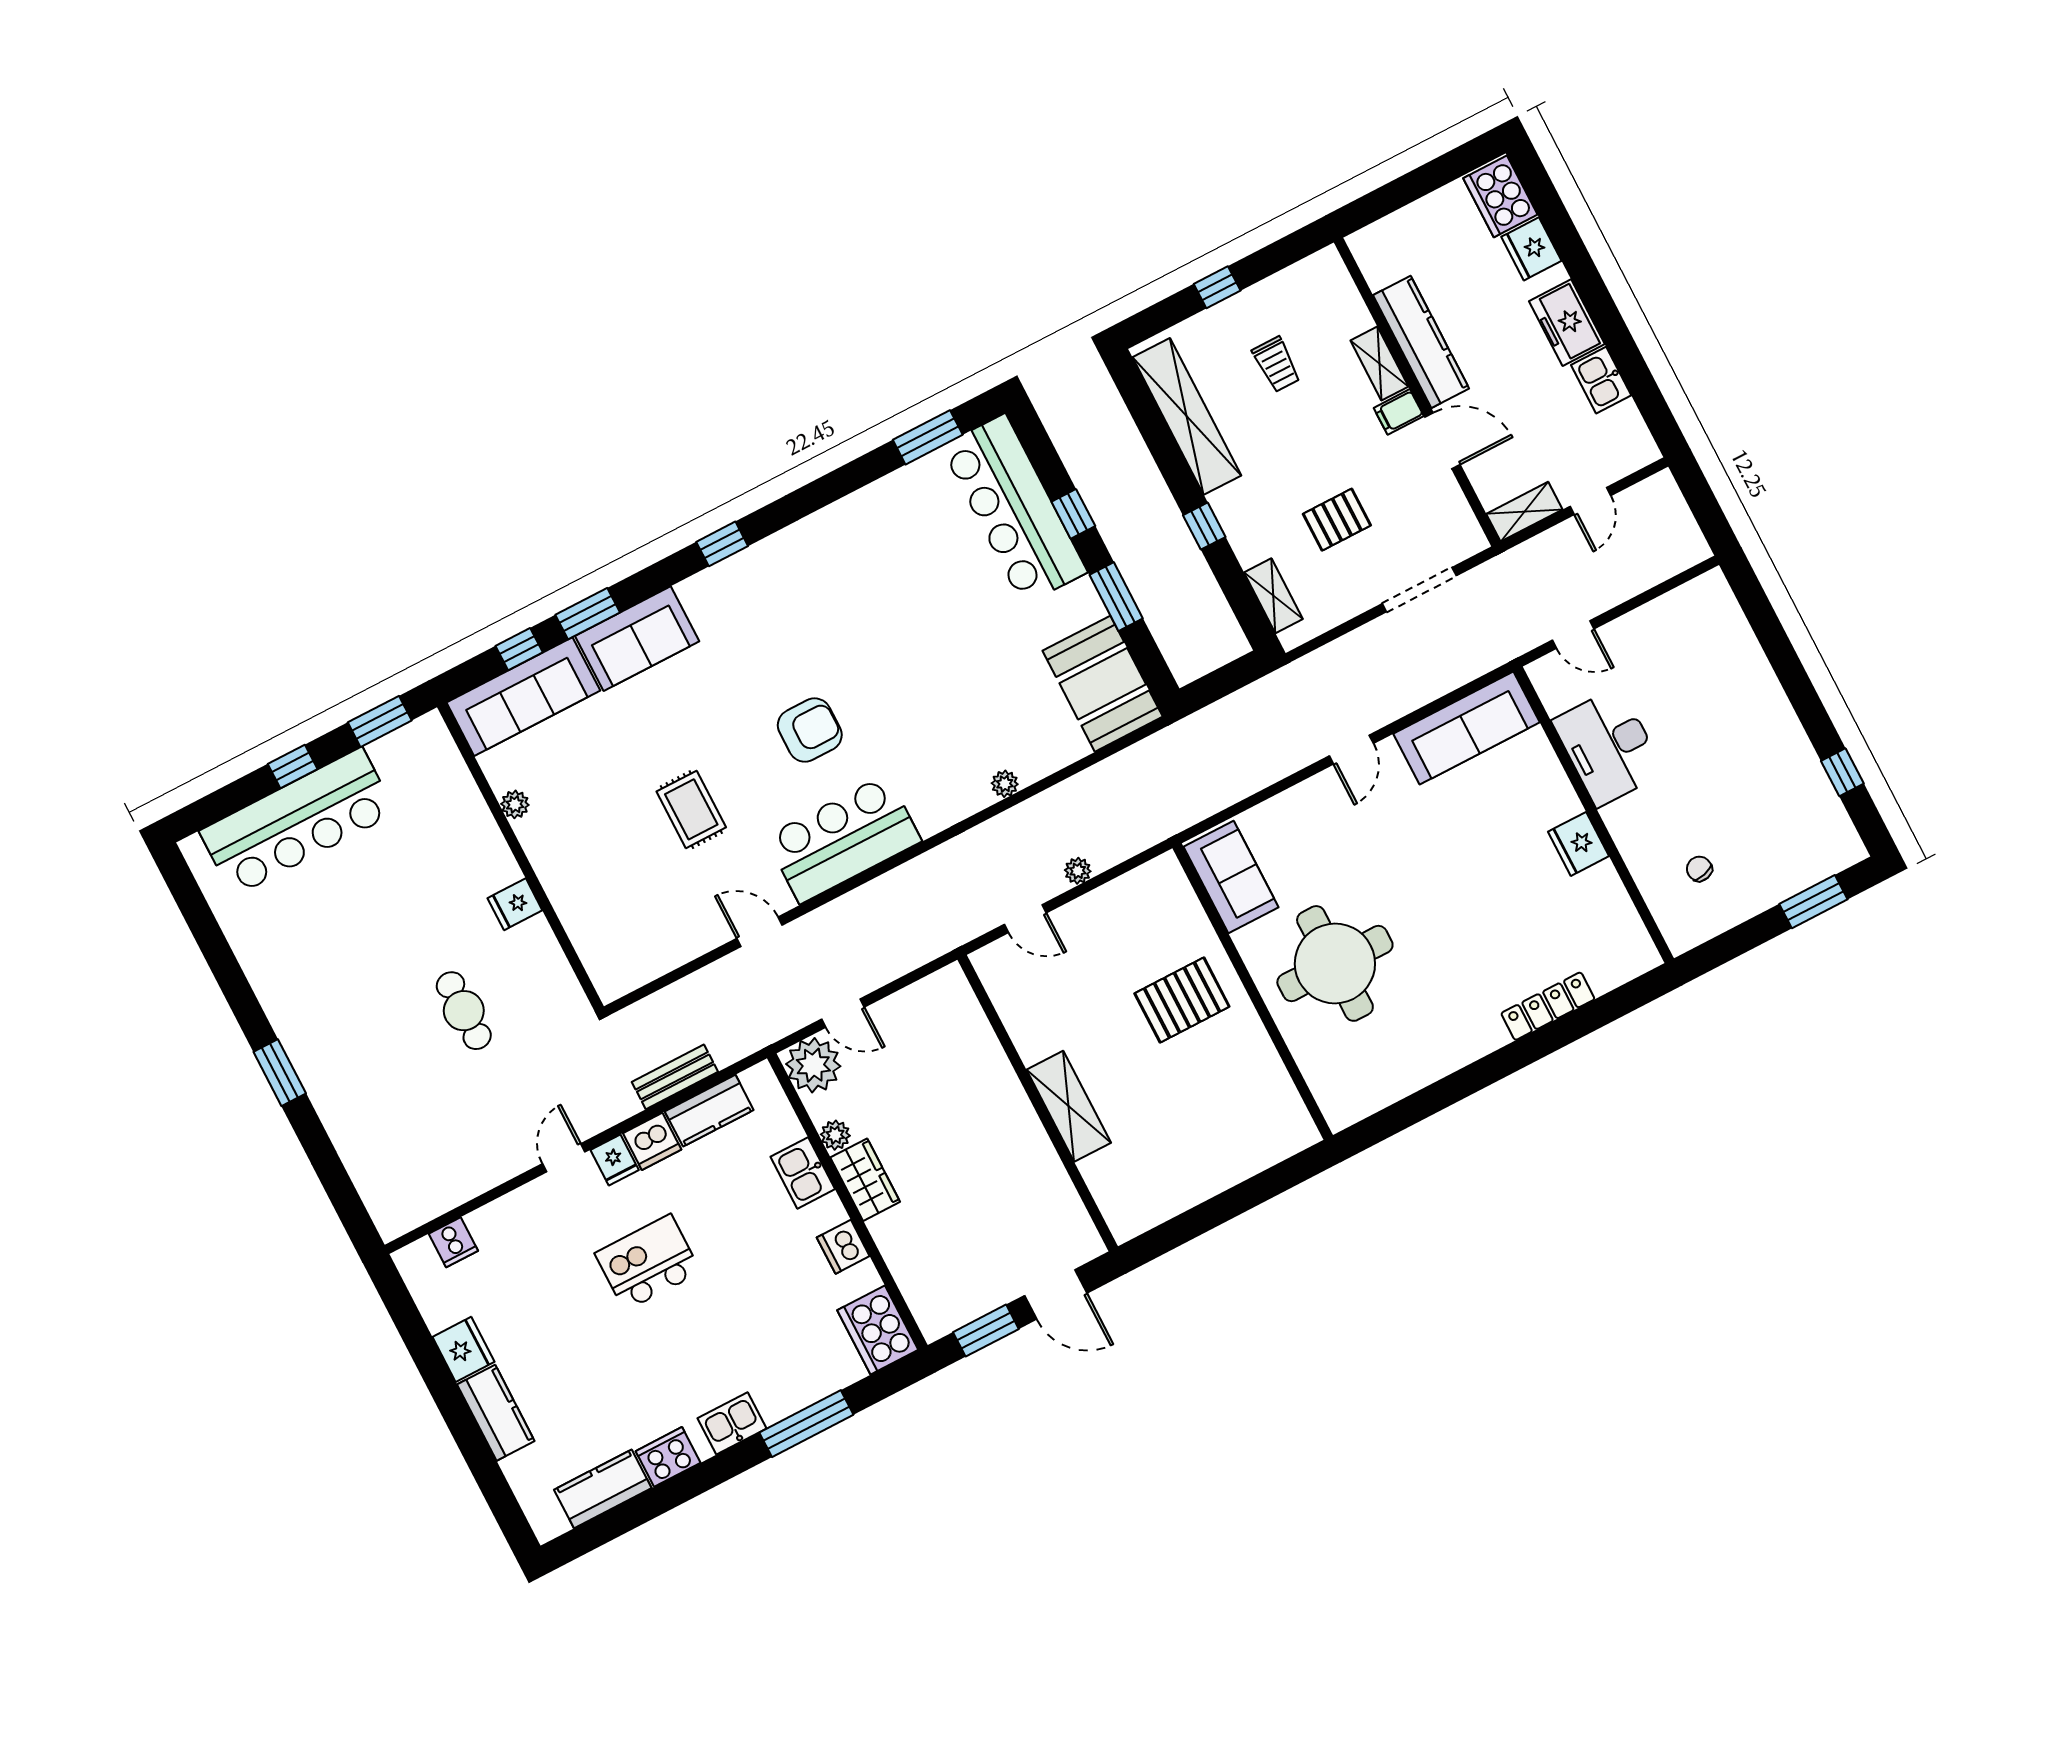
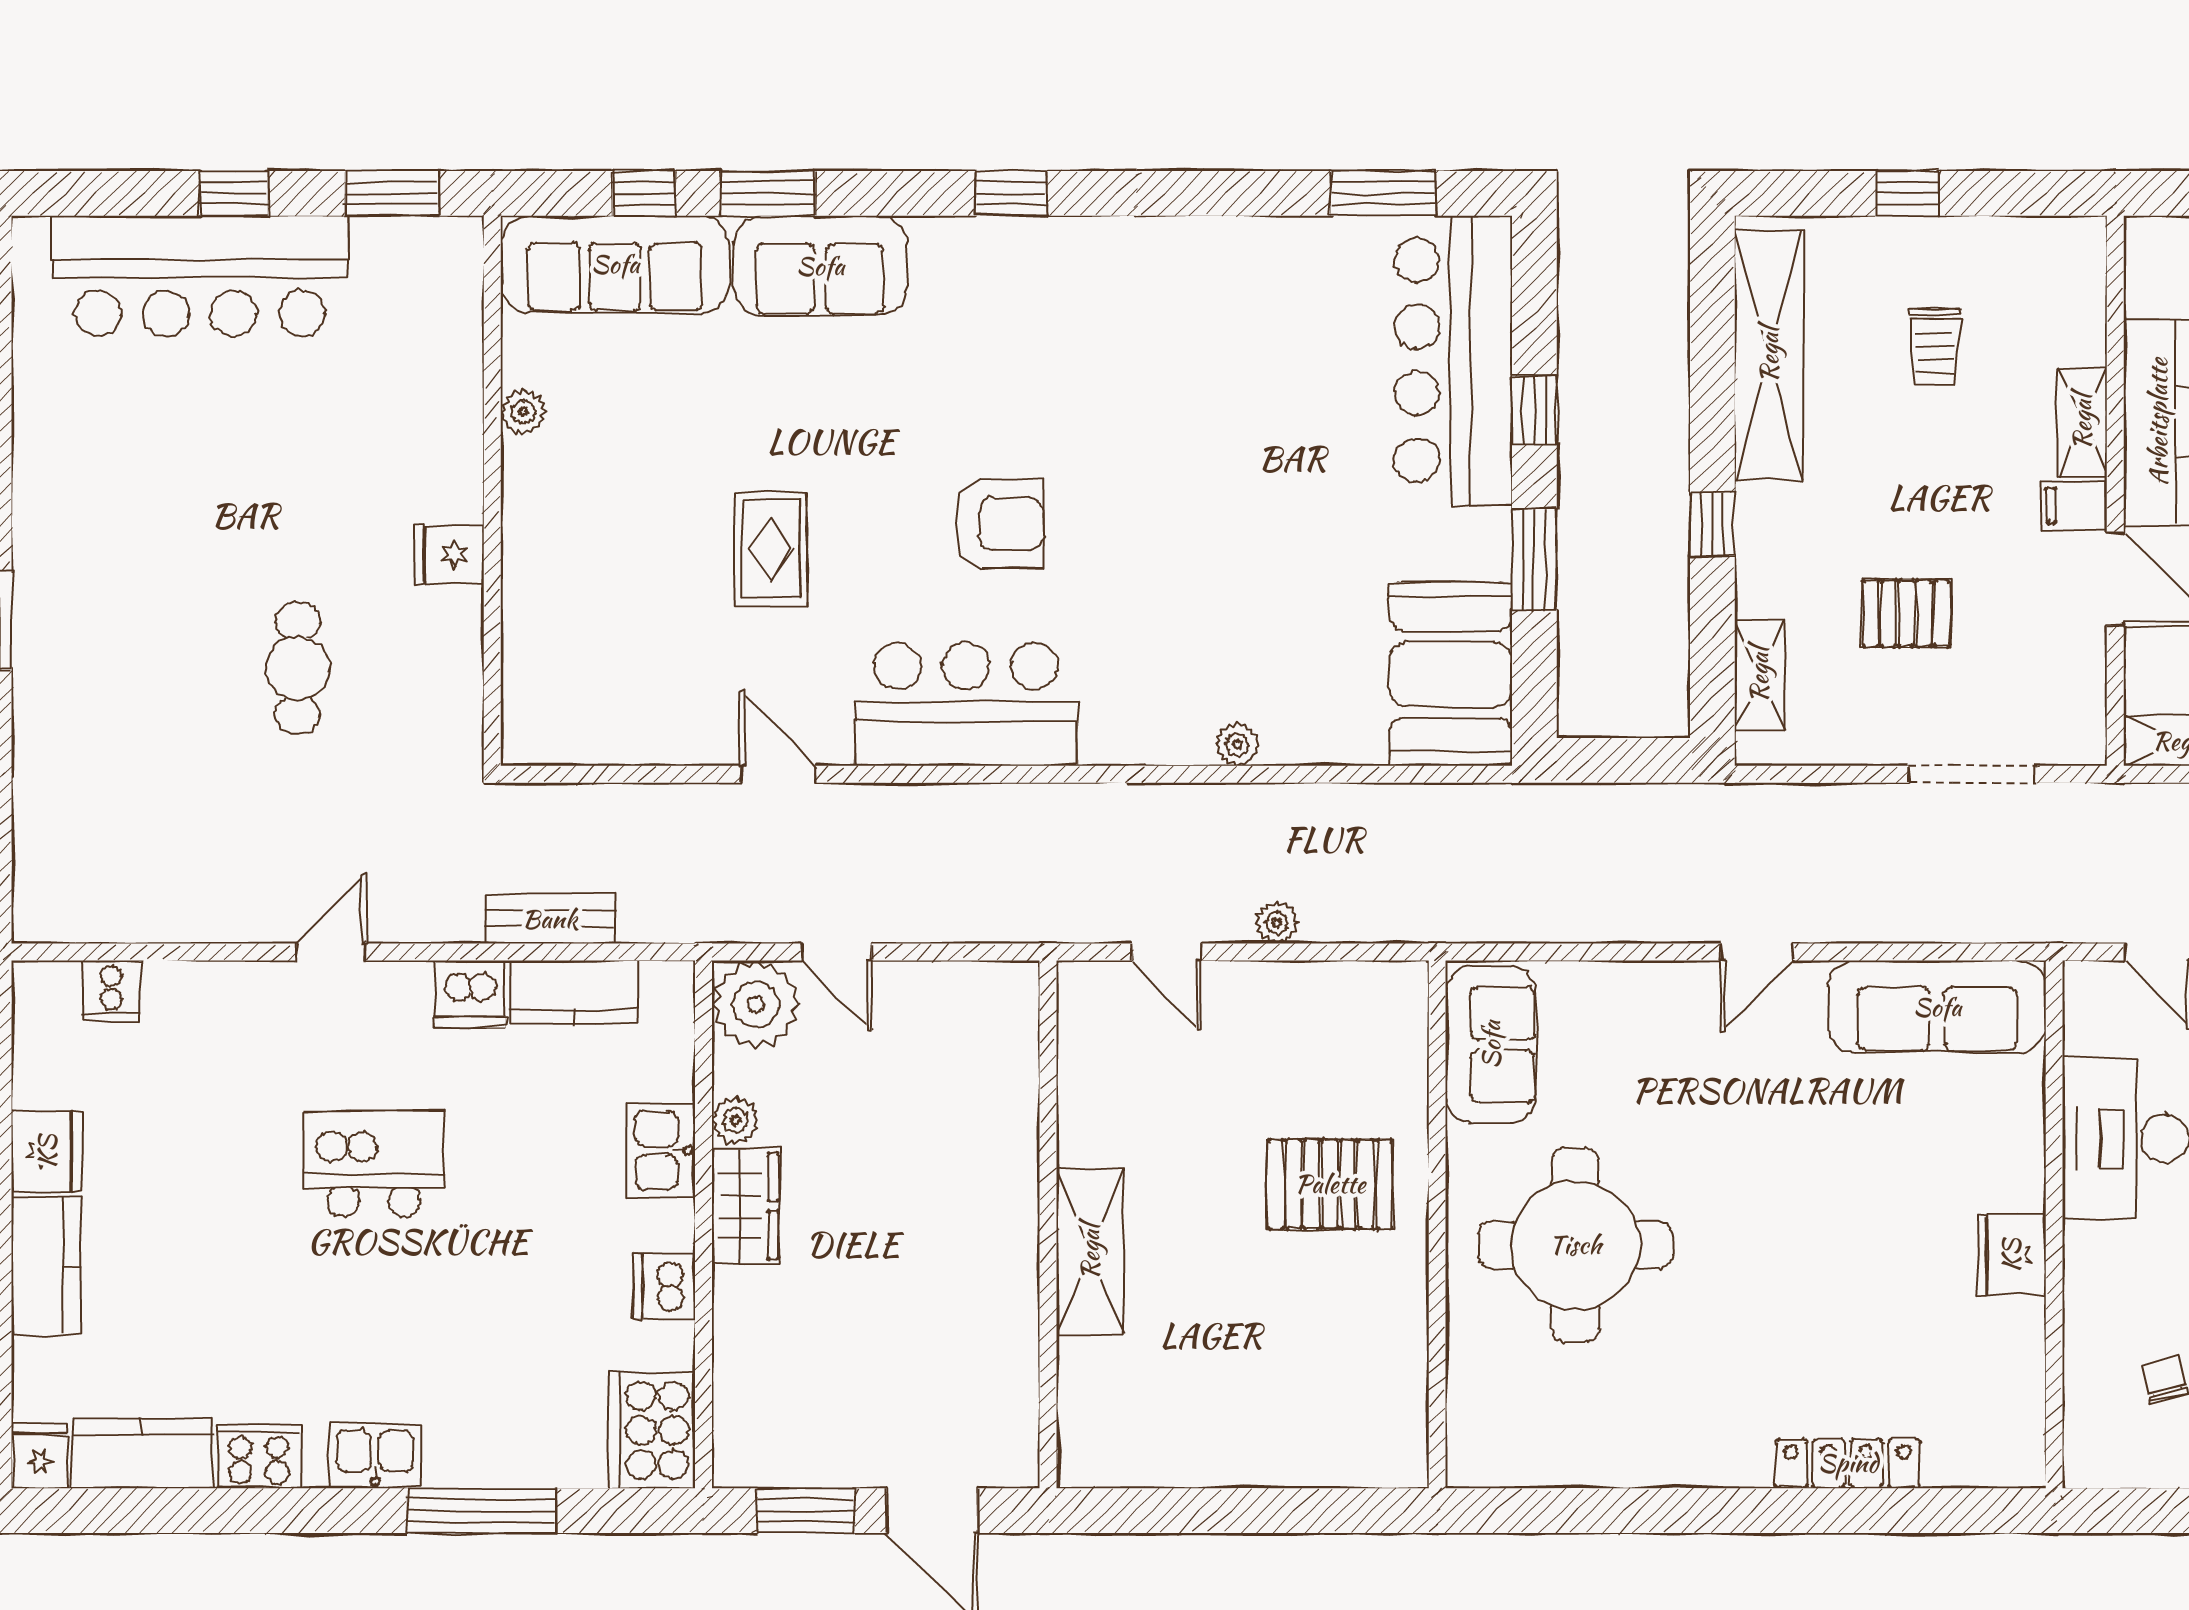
fridge: (615, 1160) -> (40, 1456), moved, turned 180

